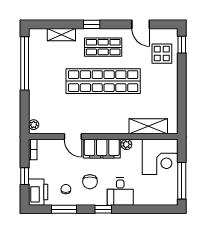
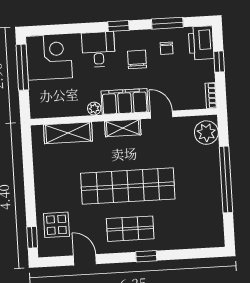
shelving: (61, 35) -> (123, 128), moved
window: (25, 63) -> (226, 180), moved
plant: (34, 125) -> (206, 133), width x1.88, depth x1.88
corner desk: (160, 157) -> (49, 57), moved, turned 90

